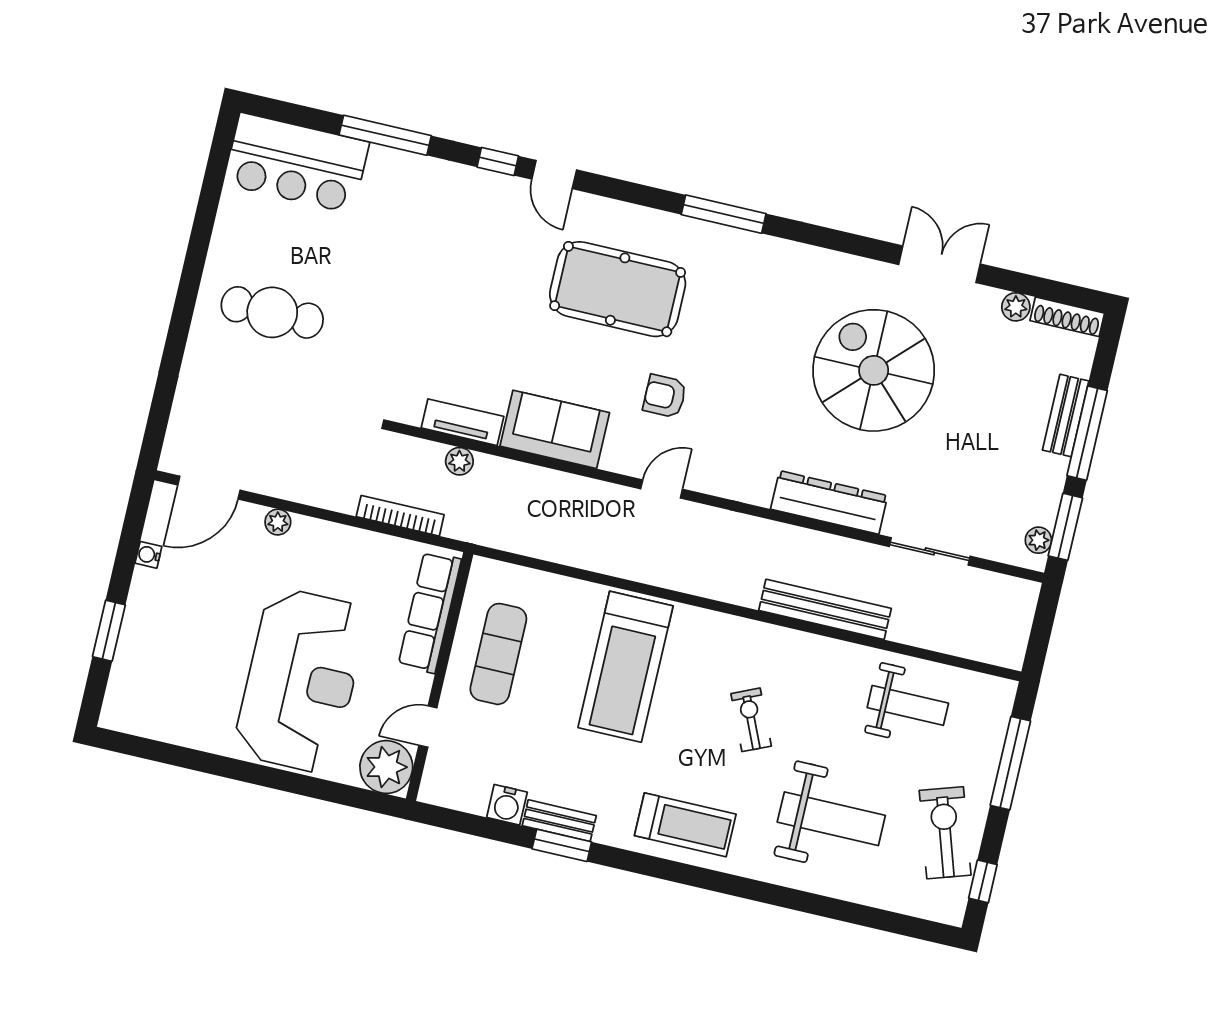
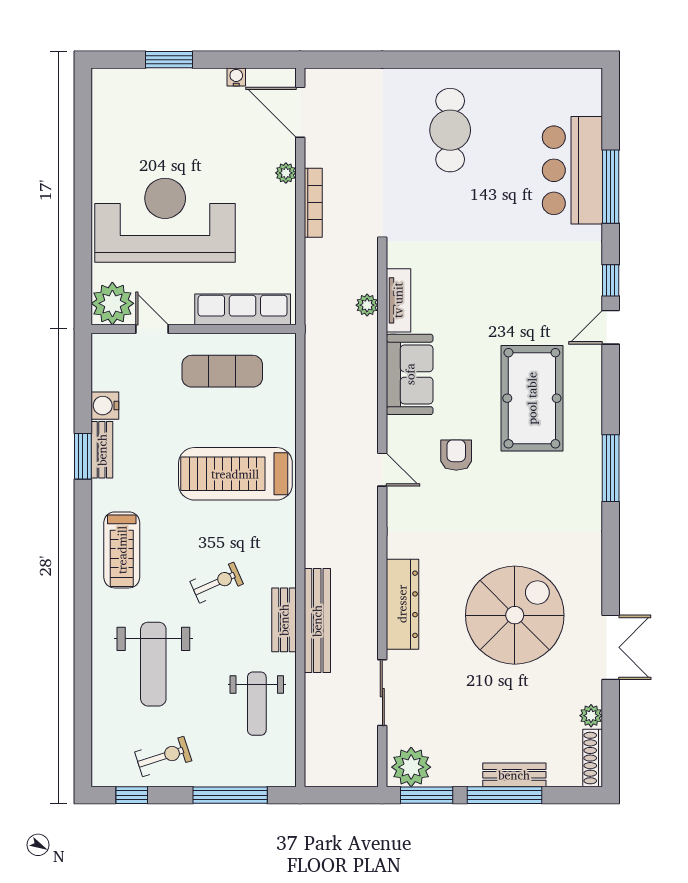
bar counter: (296, 163) -> (572, 170), moved
bookcase: (400, 516) -> (313, 203), moved
plant: (1038, 540) -> (411, 767), width x1.87, depth x1.87
bench: (815, 649) -> (284, 620), added
reception desk: (301, 681) -> (165, 220), turned 180
exercise bike: (945, 833) -> (163, 756), width x0.73, depth x0.72

